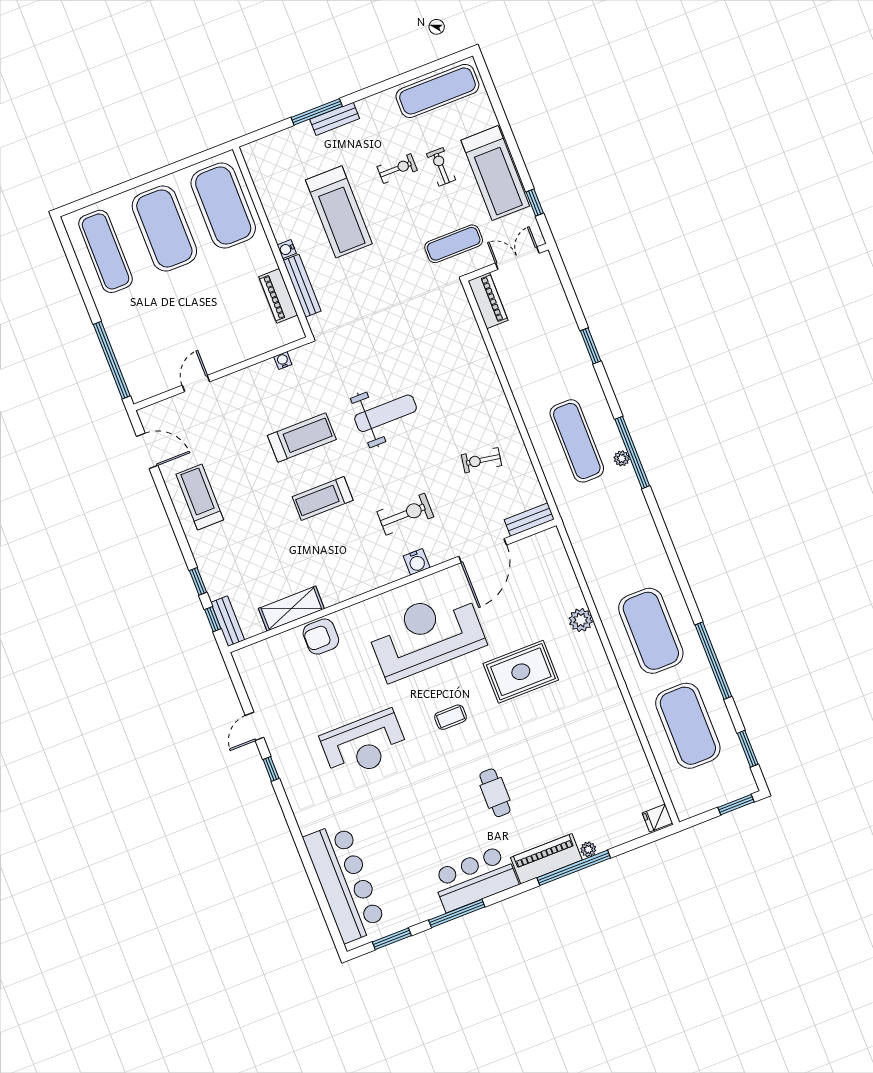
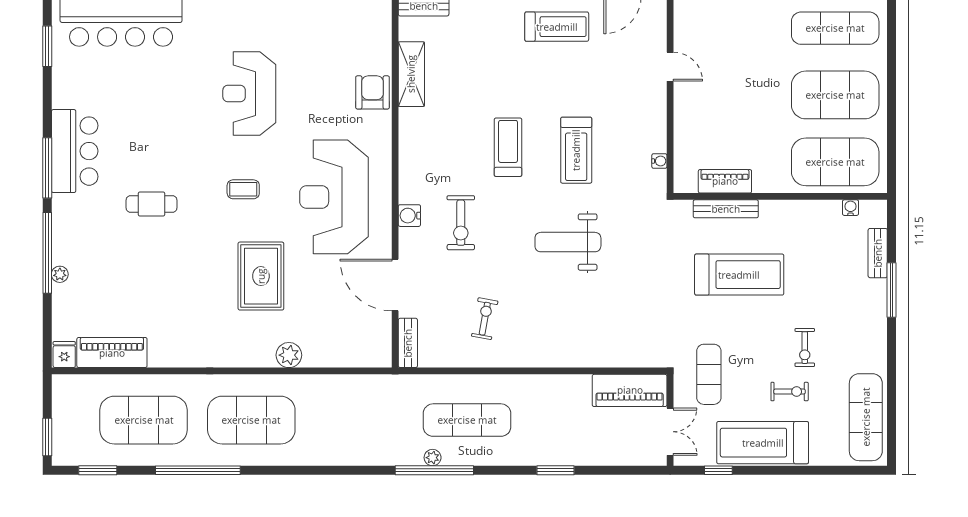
bench: (335, 119) -> (878, 253), moved
treadmill: (339, 212) -> (739, 275), moved, turned 180
water cooler: (287, 249) -> (851, 208), moved
piano: (488, 301) -> (630, 390), width x1.37, depth x1.33
weight bench: (386, 413) -> (568, 242), turned 90
reception desk: (426, 635) -> (334, 197), turned 180
coffee table: (451, 717) -> (243, 189), turned 90
piano: (546, 859) -> (112, 353), moved, turned -90
window: (457, 914) -> (47, 168), moved

